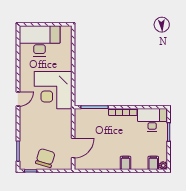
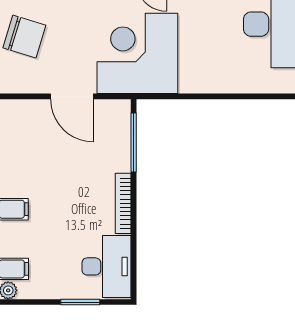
corner desk: (53, 90) -> (137, 53), moved
door: (73, 148) -> (72, 96), moved

